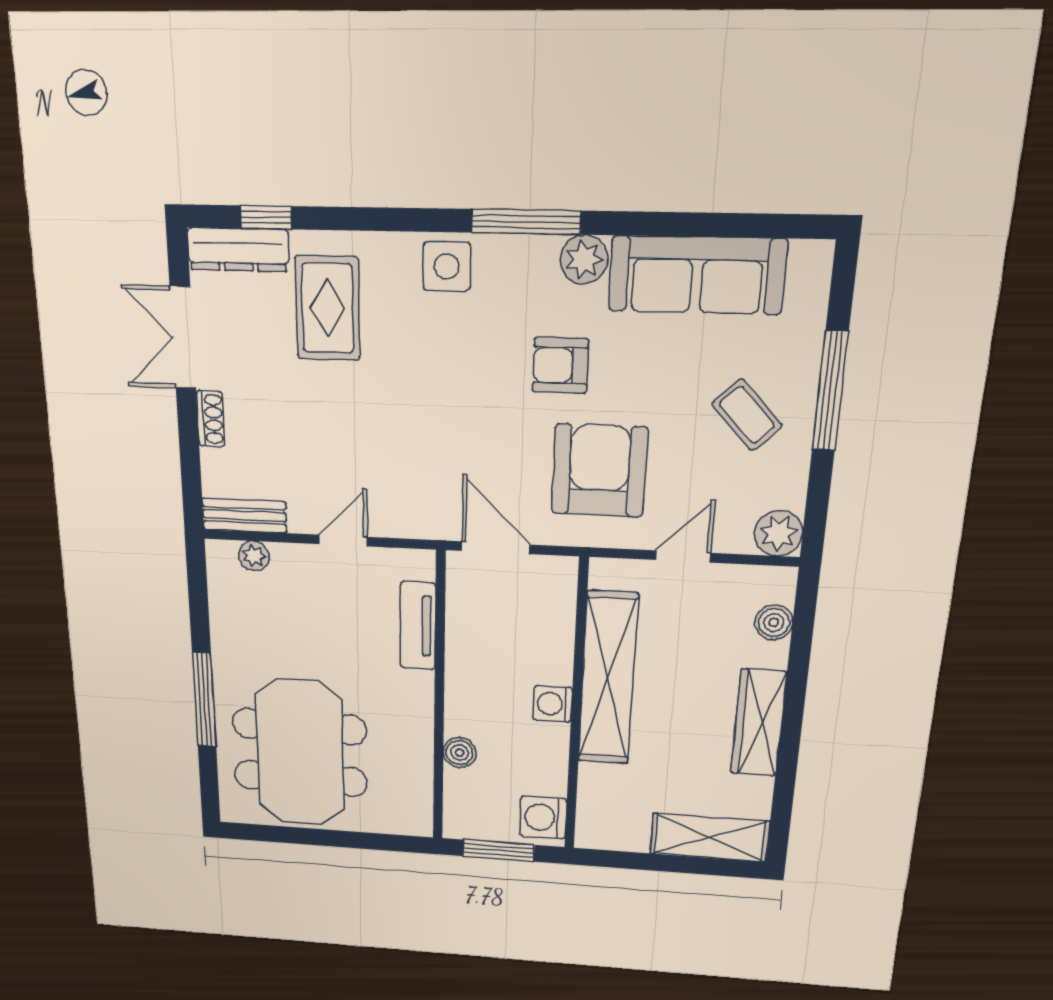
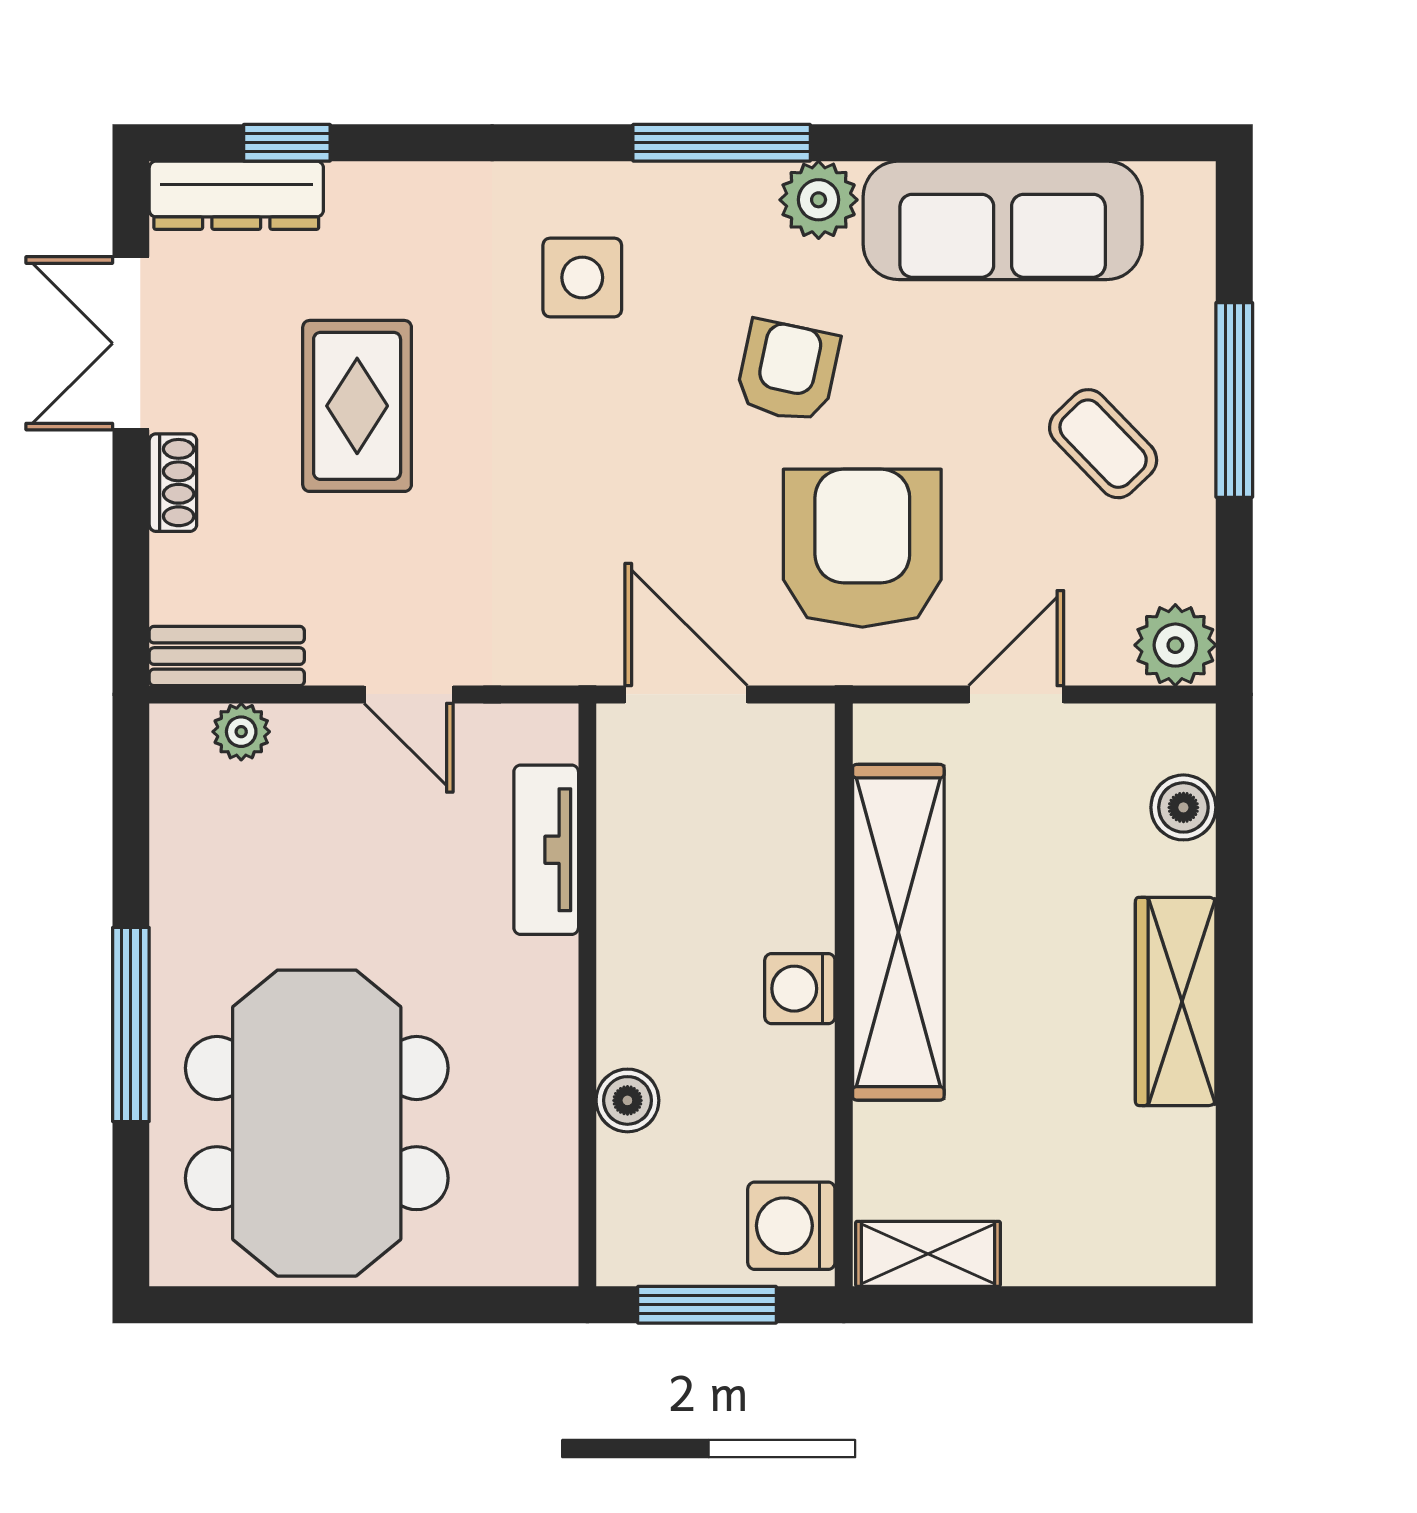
side table: (447, 266) -> (582, 277), moved
rug: (328, 308) -> (357, 406), moved
armchair: (560, 365) -> (788, 371), turned 102
door: (343, 541) -> (409, 694), swing flipped
shelving: (709, 837) -> (928, 1254), moved, width x0.67, depth x0.75

